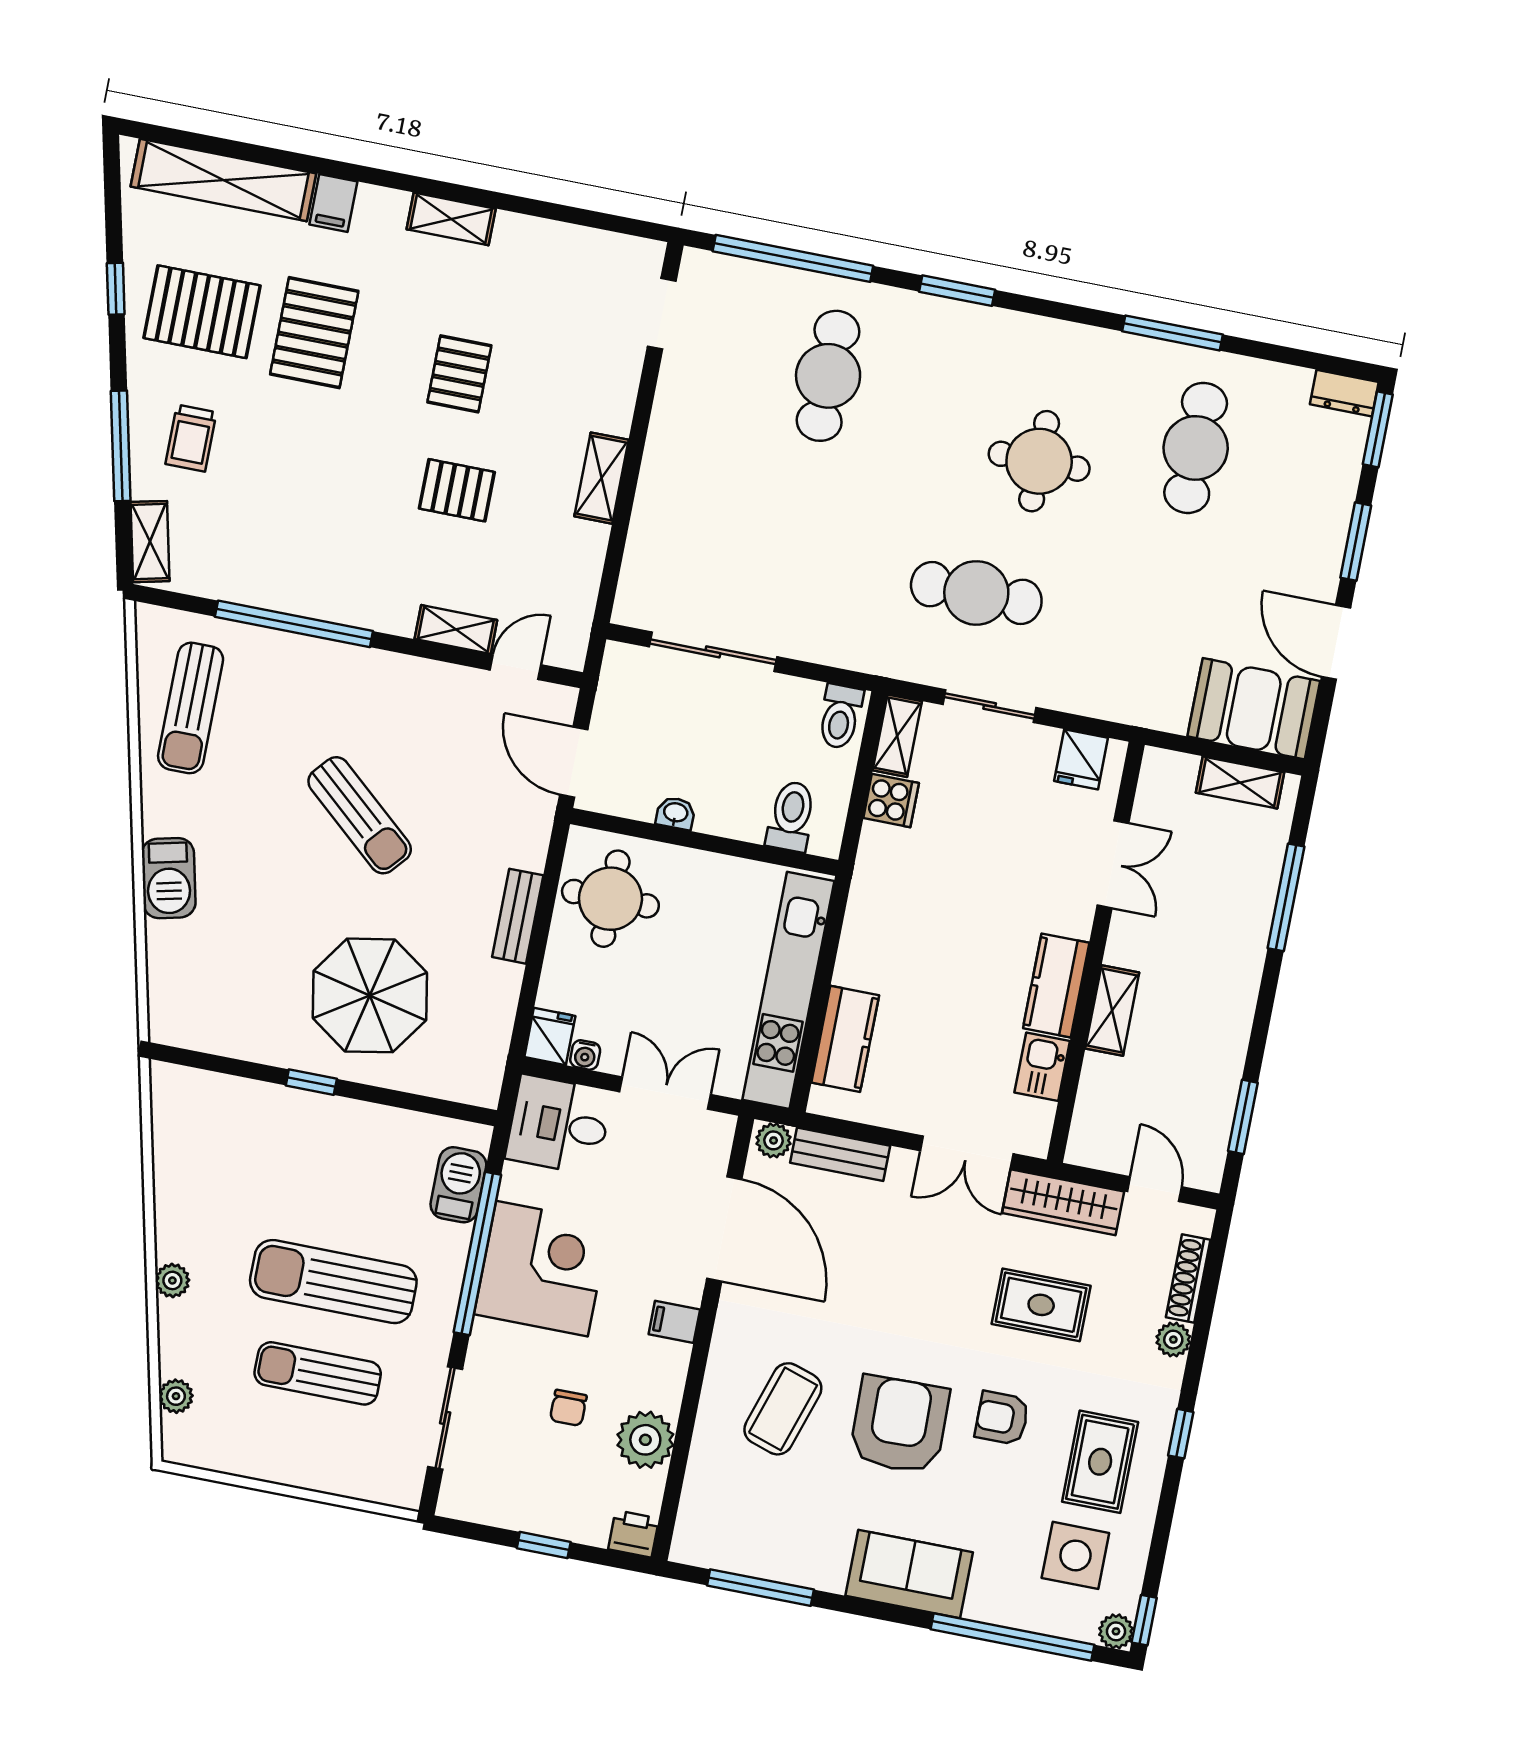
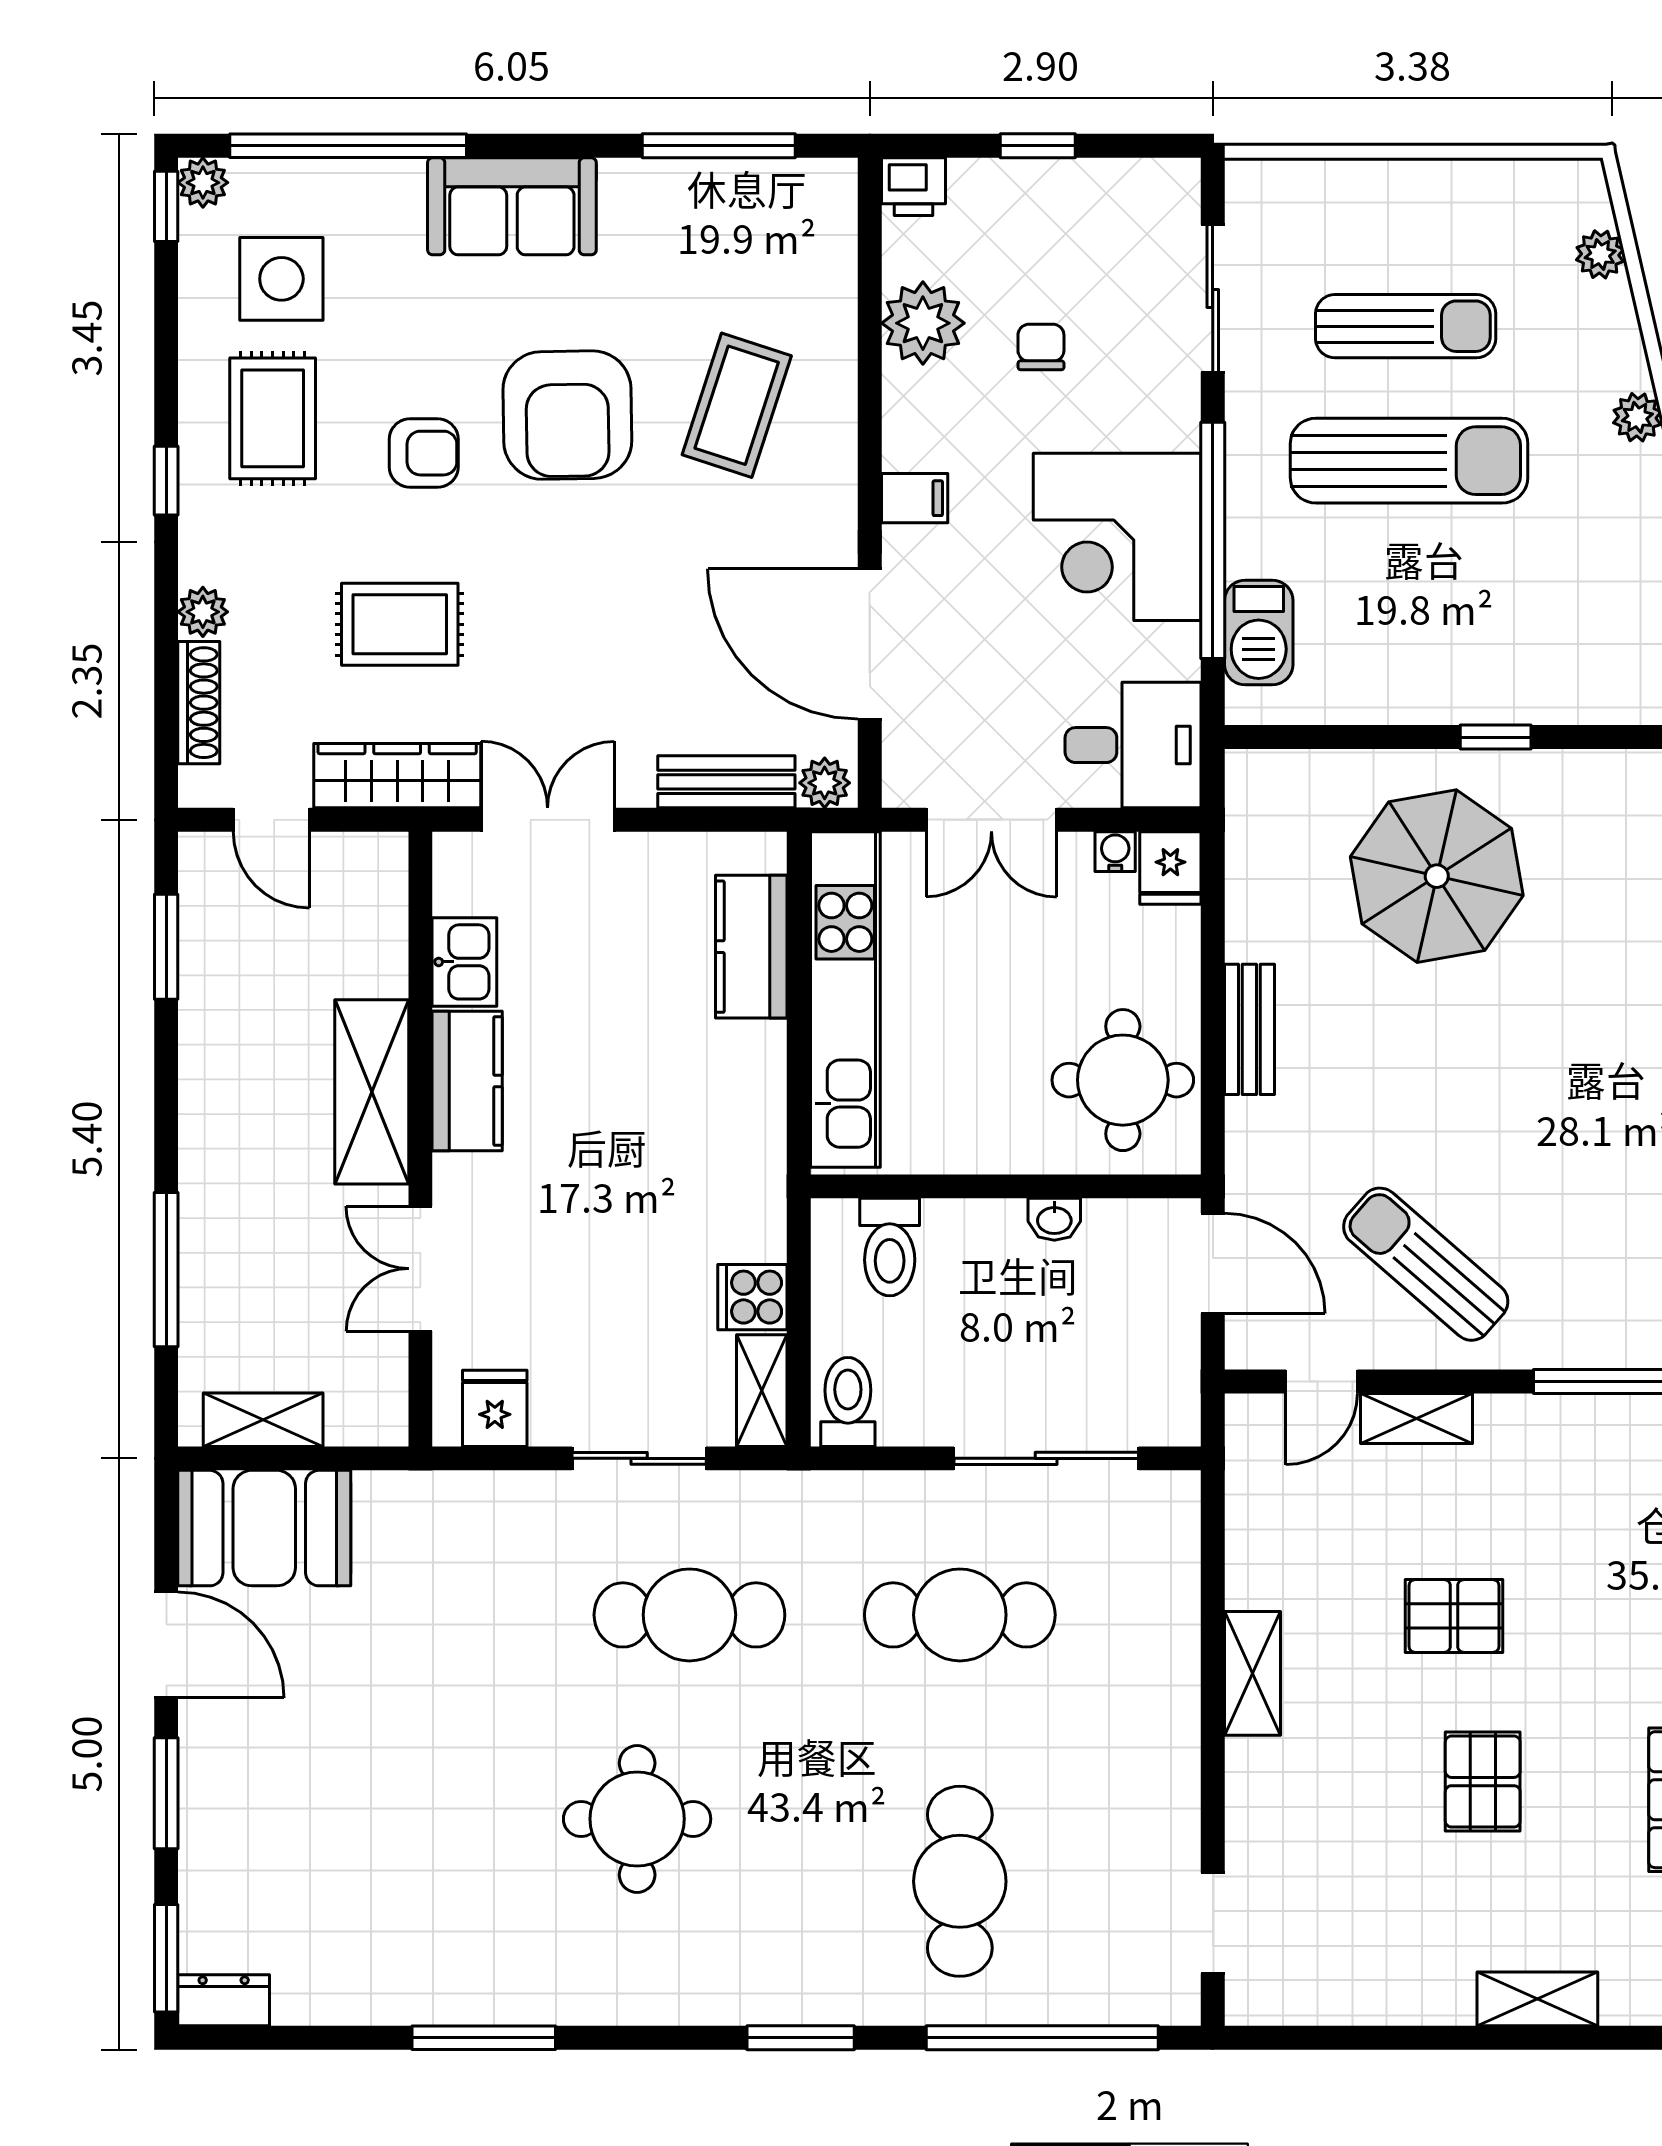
cafe table: (1196, 448) -> (960, 1615), moved, turned 90
sun lounger: (360, 815) -> (1426, 1264), moved
shelving: (1112, 1011) -> (372, 1092), width x1.50, depth x1.33

